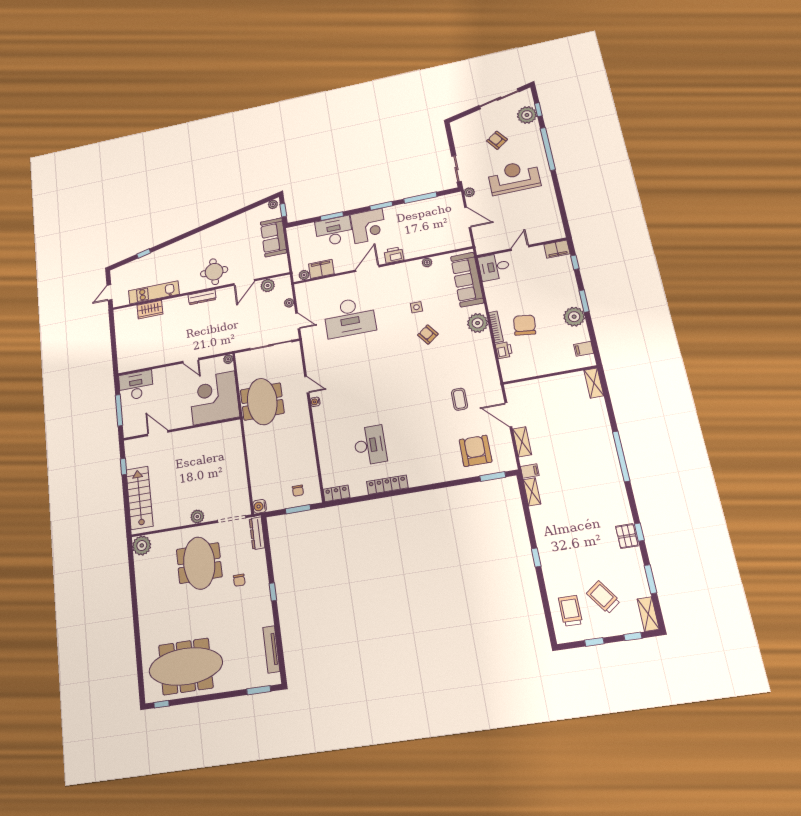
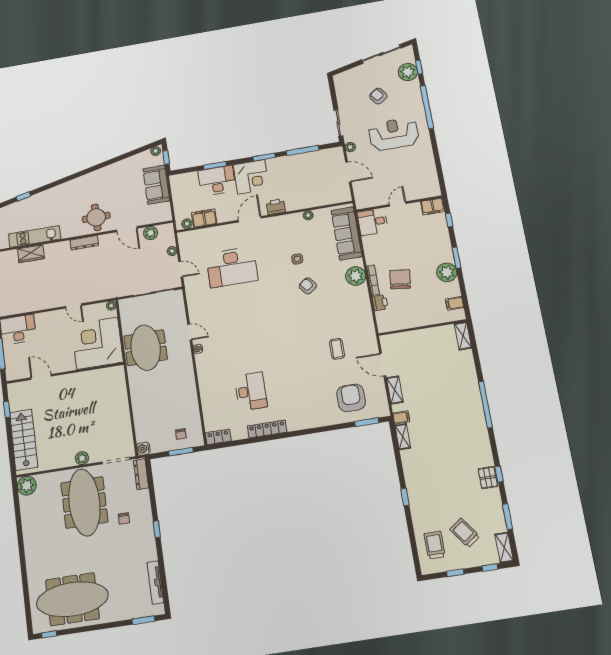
door: (244, 282) -> (127, 229), hinge flipped
meeting table: (199, 563) -> (84, 502), width x1.36

